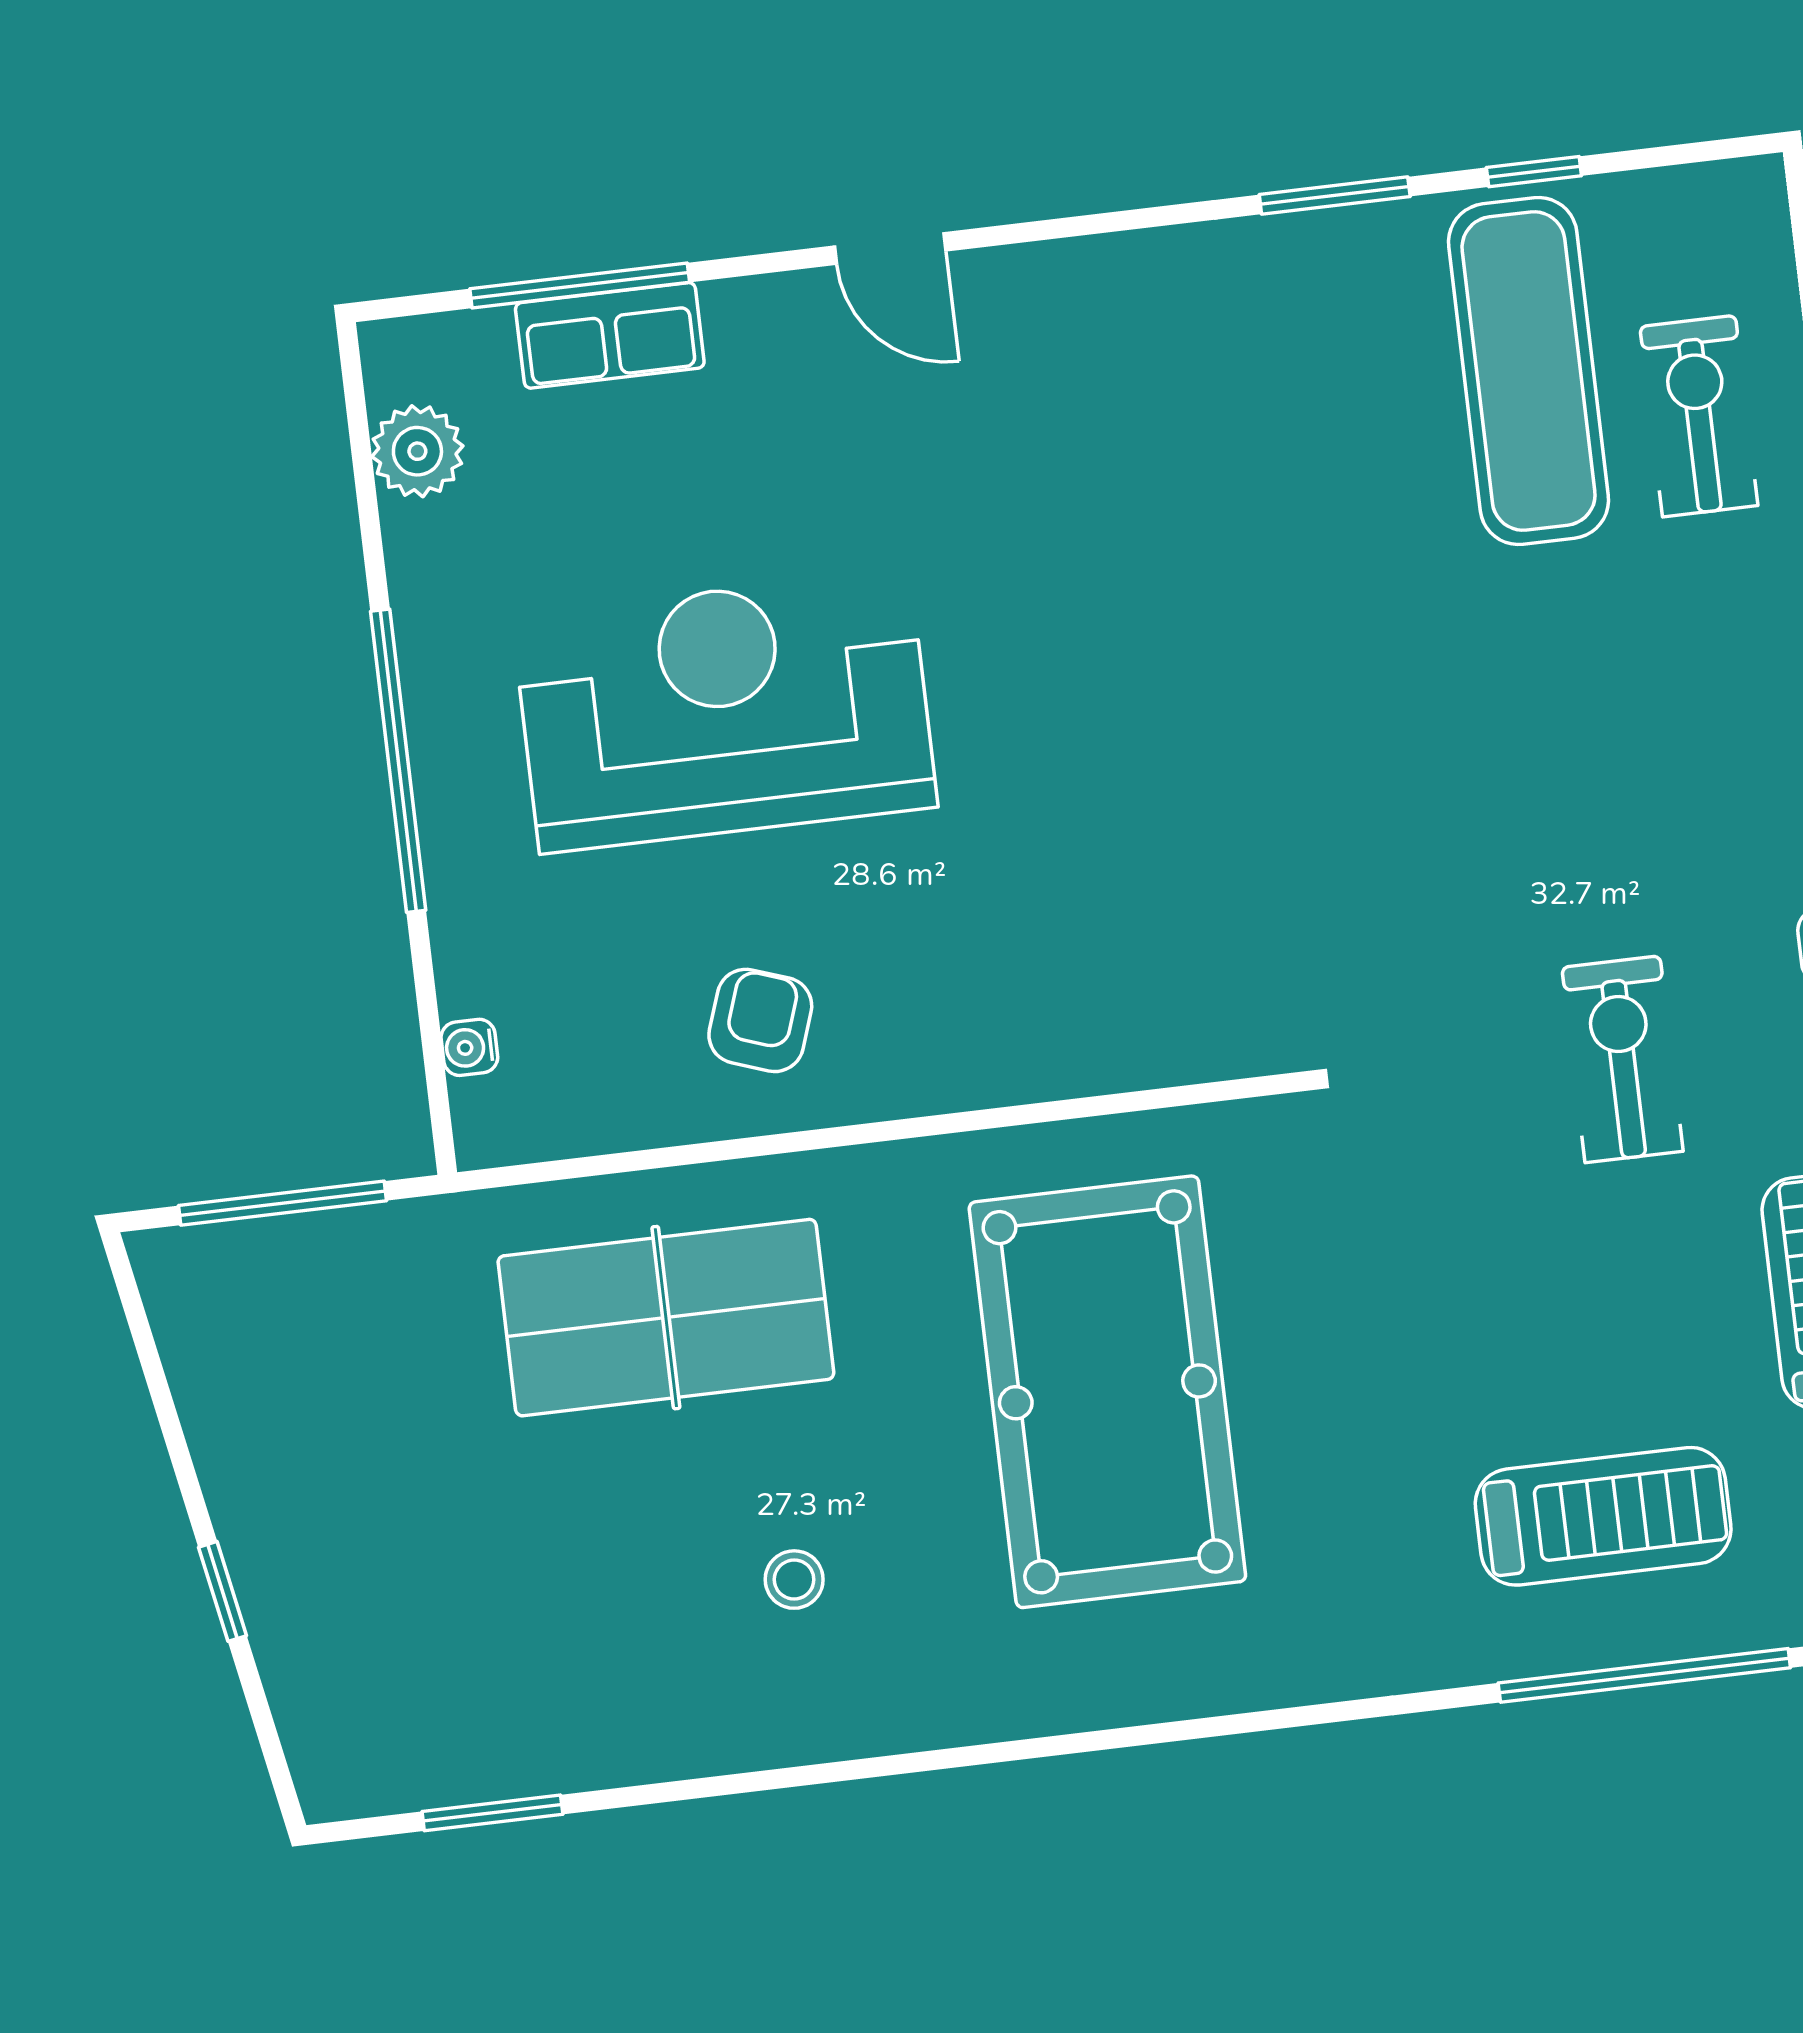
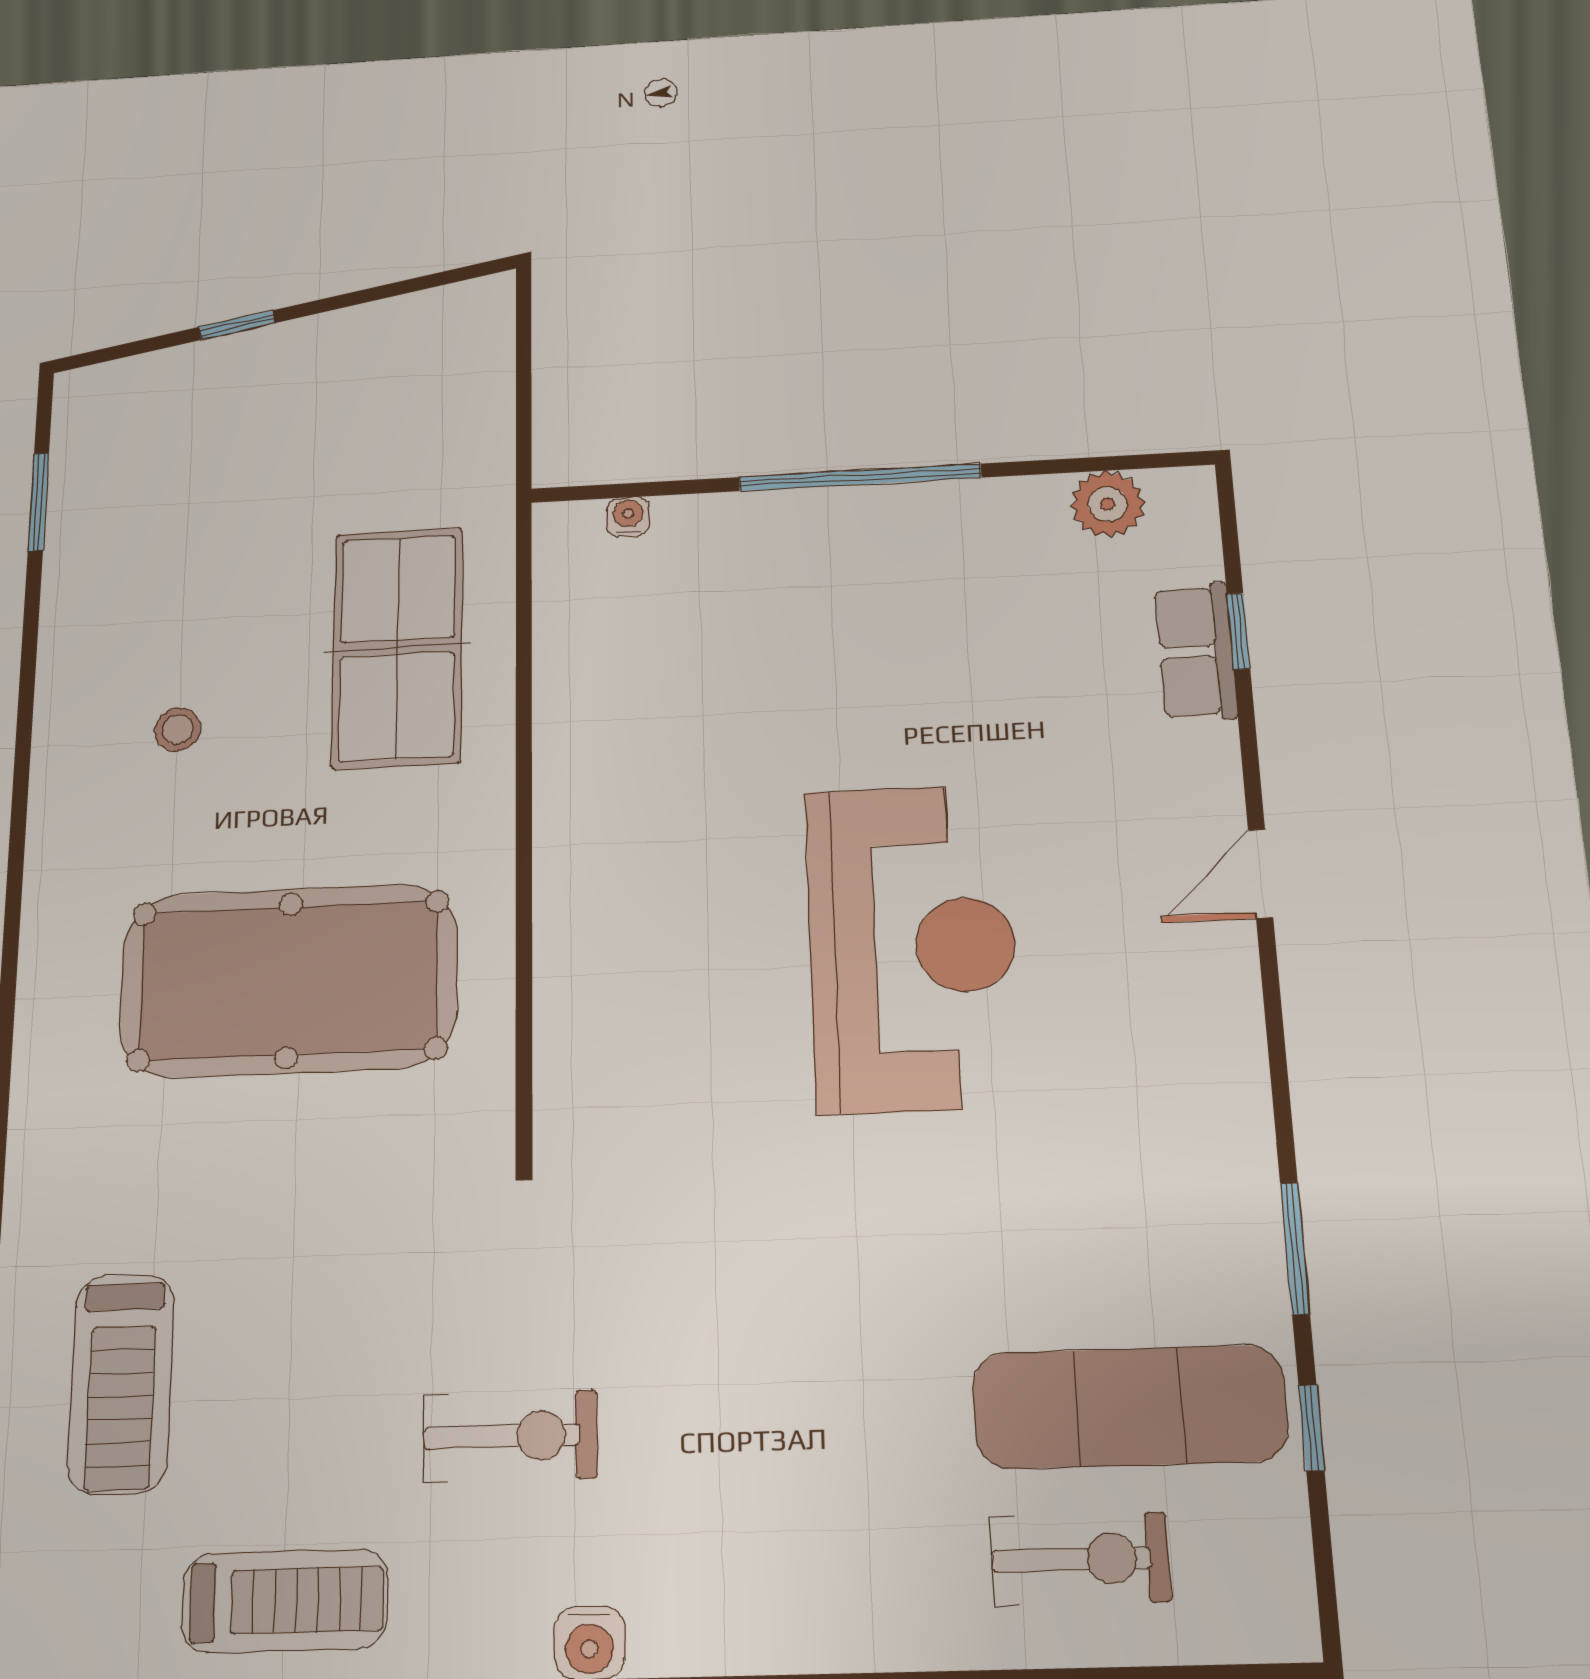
window: (580, 286) -> (1238, 631), width x0.46
reception desk: (725, 711) -> (912, 947), moved
armchair: (760, 1020) -> (625, 732), removed
window: (282, 1203) -> (524, 379), removed

